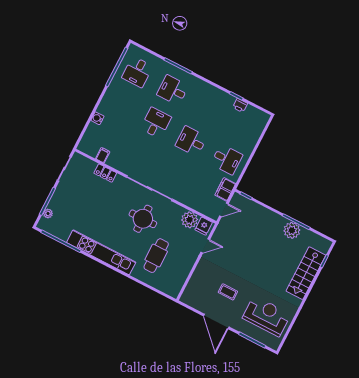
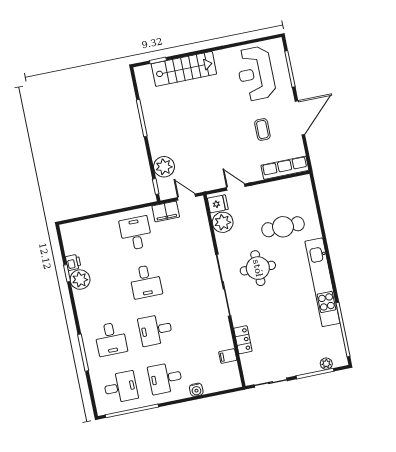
plant: (226, 101) -> (80, 280), added
desk: (120, 105) -> (165, 378), added
plant: (292, 230) -> (164, 167), moved
row of seats: (192, 287) -> (285, 168), added

